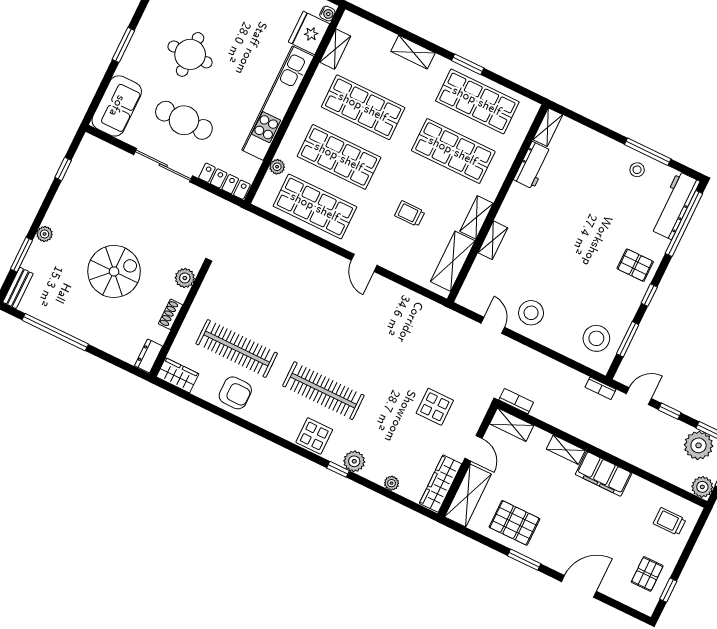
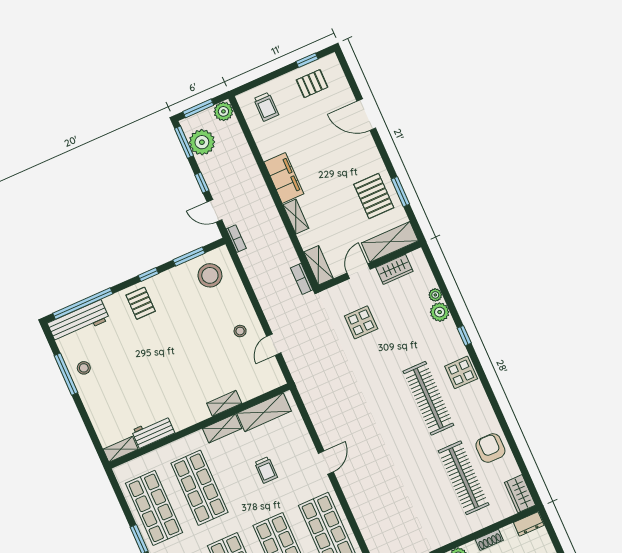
stool: (531, 313) -> (240, 331), width x0.53, depth x0.53
plant: (354, 461) -> (440, 312), moved
wardrobe: (441, 484) -> (394, 269), width x0.67
window: (524, 560) -> (400, 192), moved

